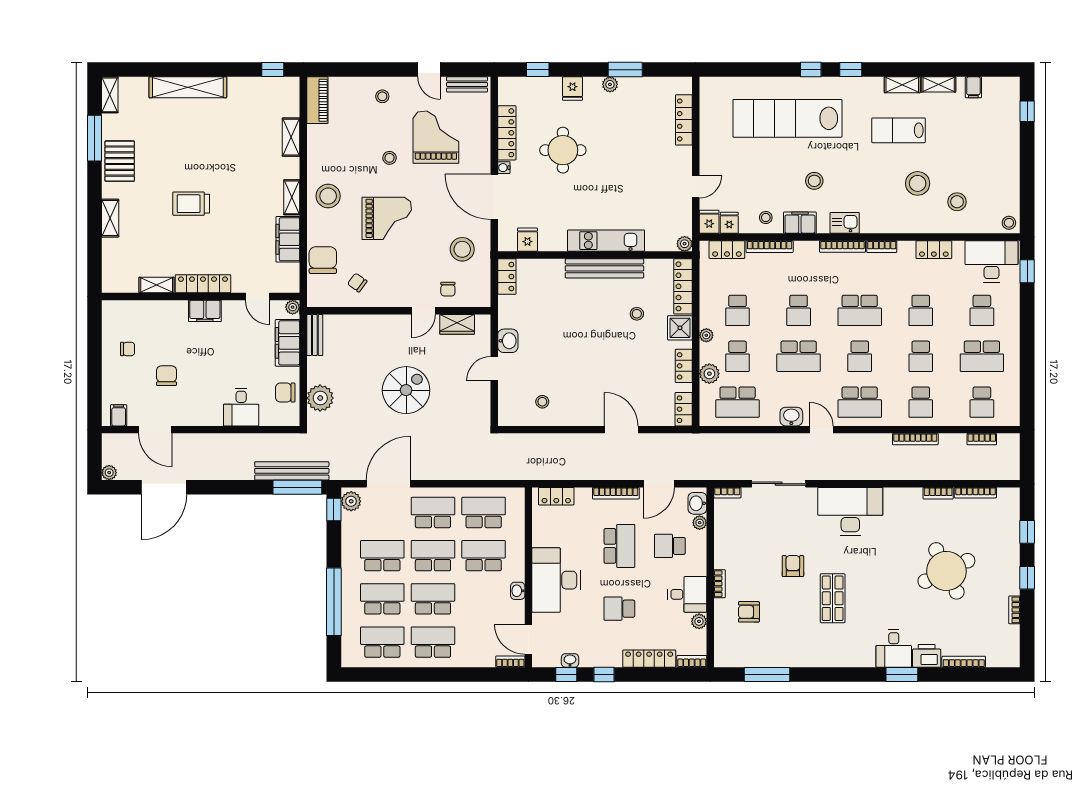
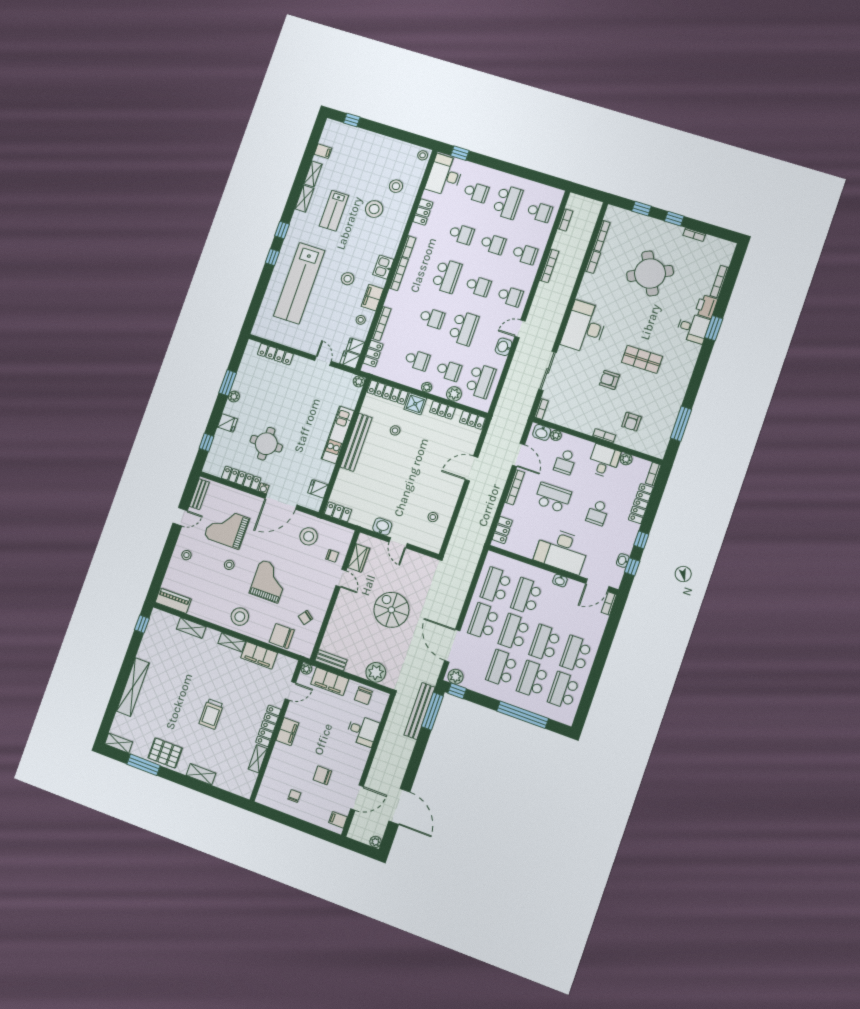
school desk: (860, 402) -> (510, 296), width x0.54

